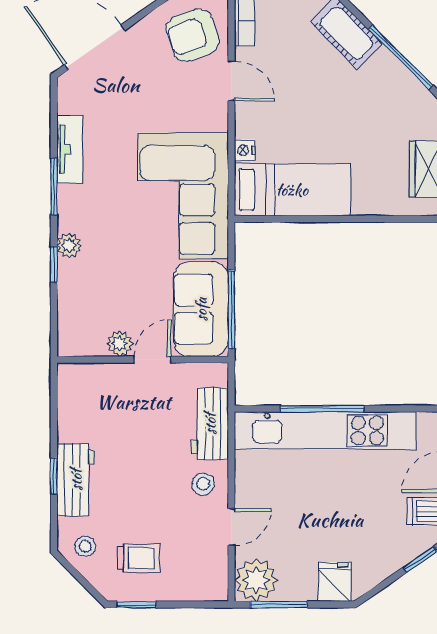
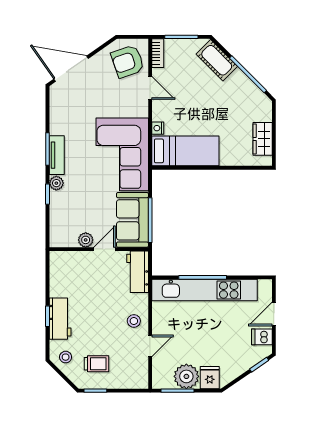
tv unit: (70, 149) -> (57, 155), moved
workbench: (210, 424) -> (138, 272), moved
plant: (256, 580) -> (186, 376), moved

